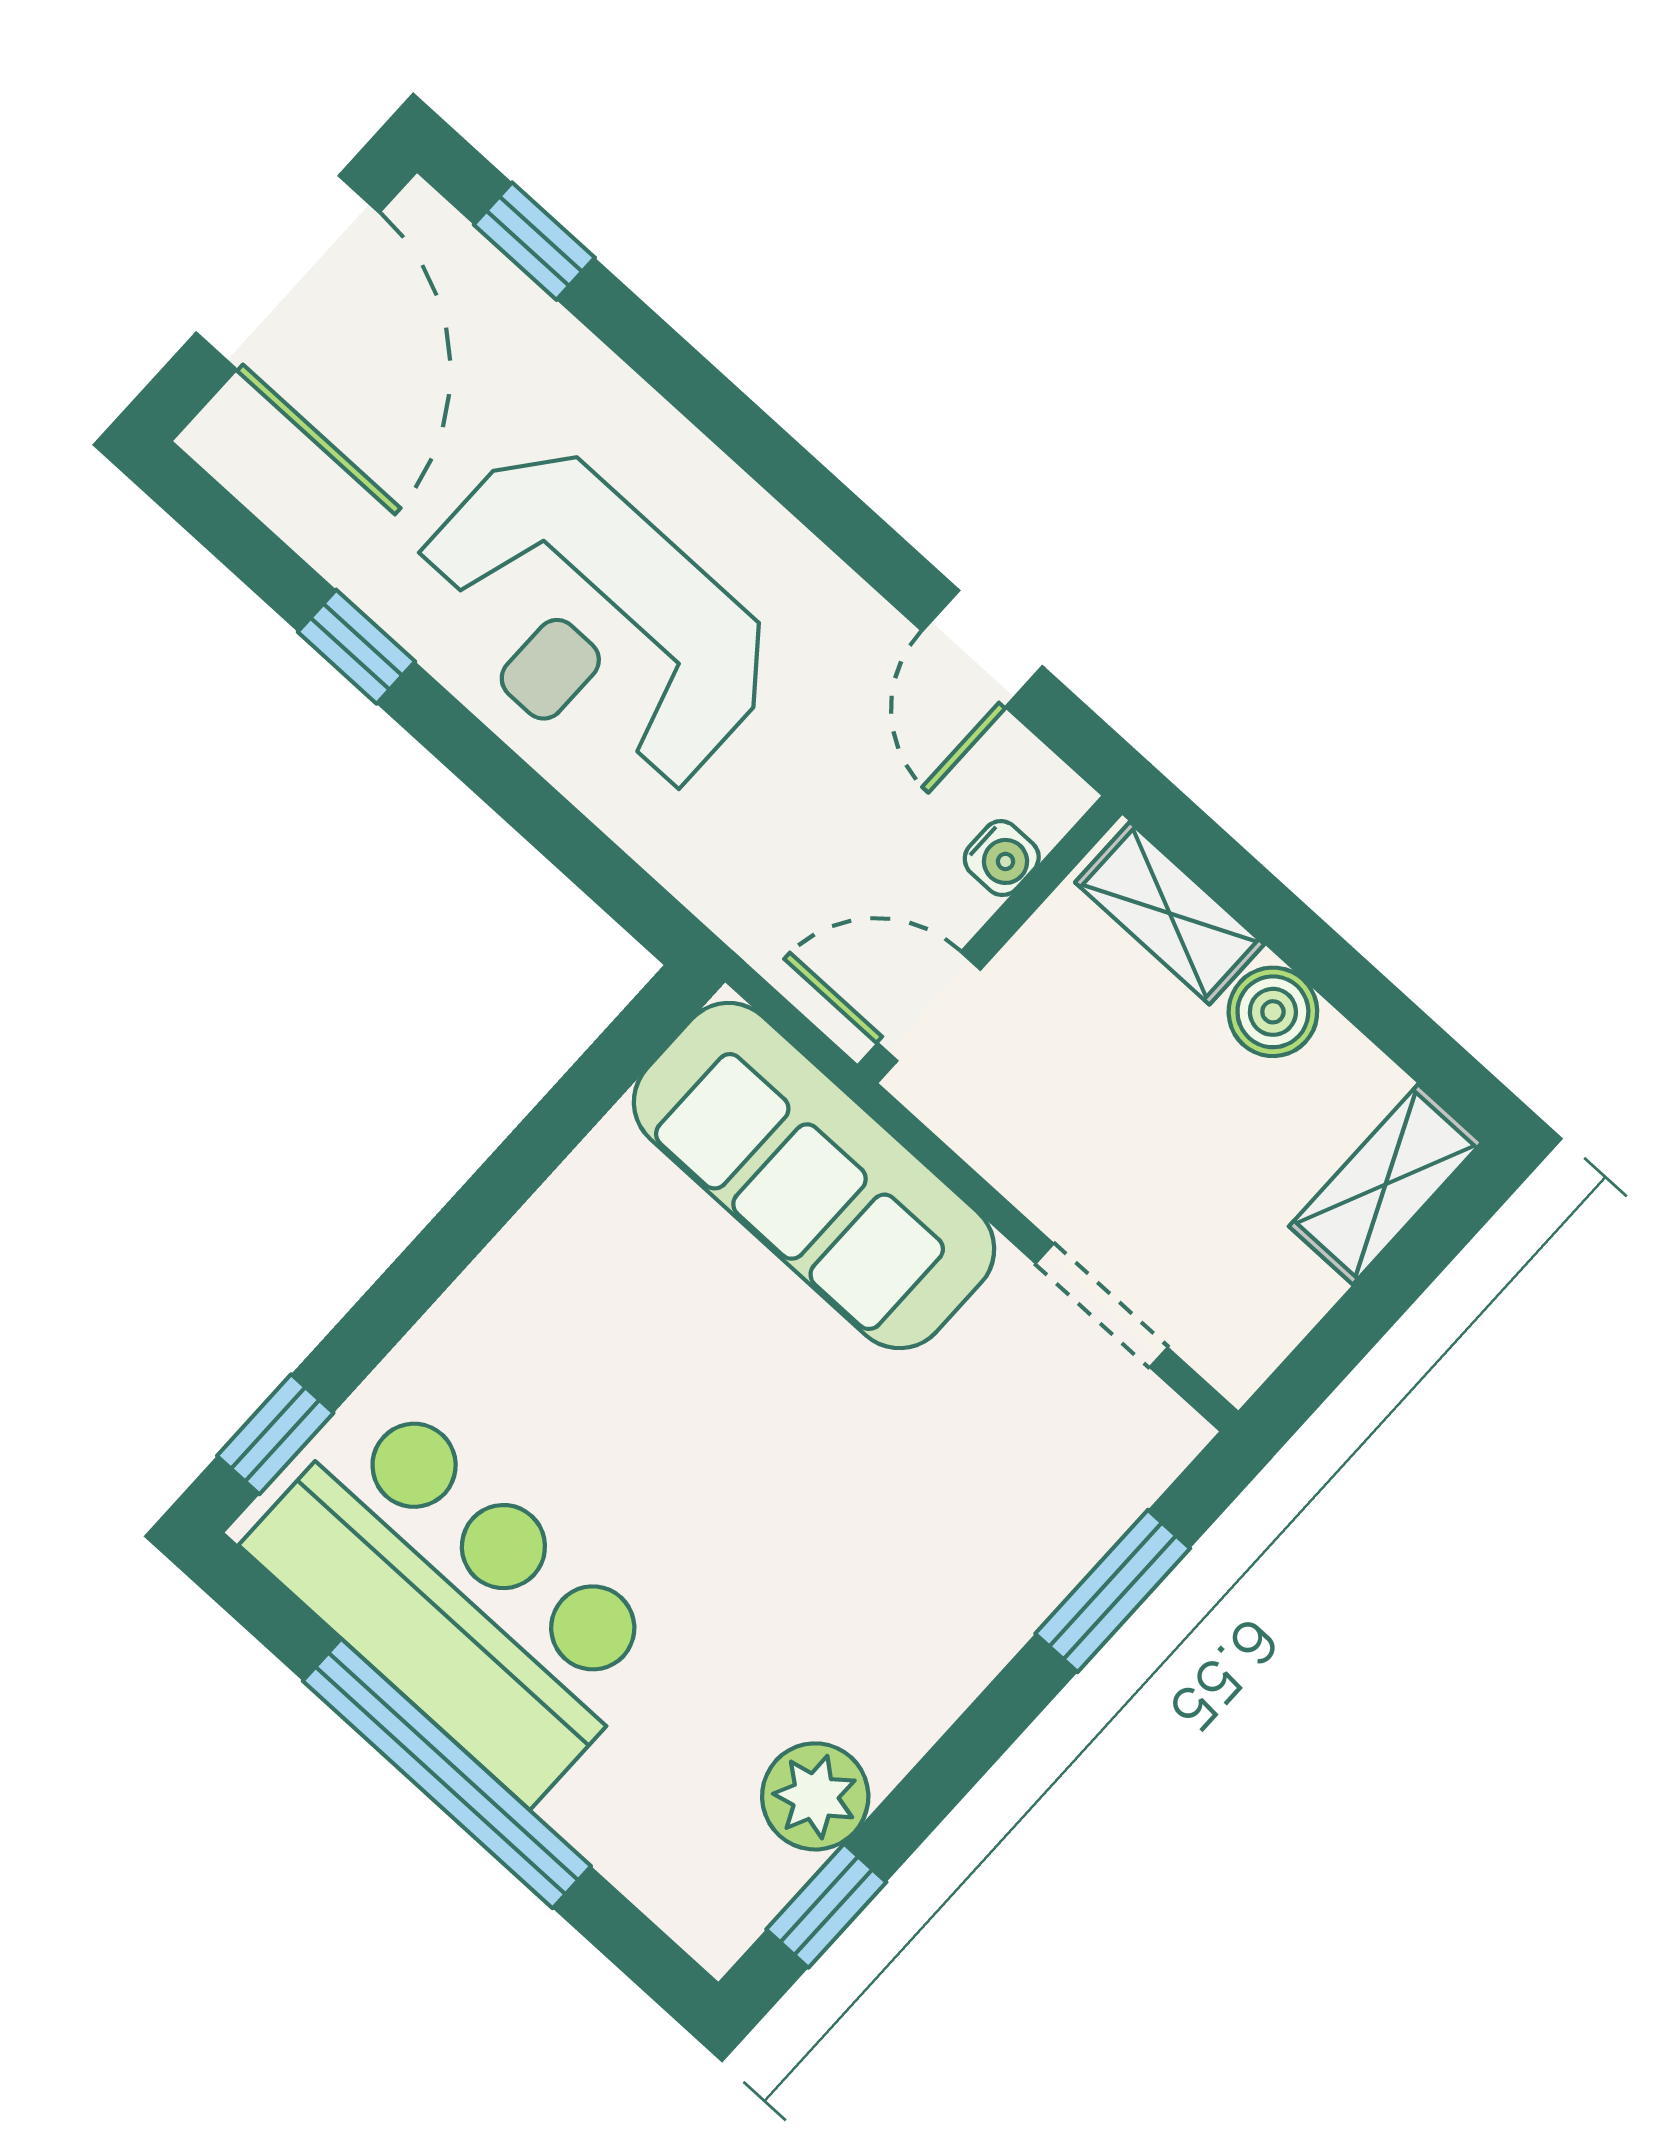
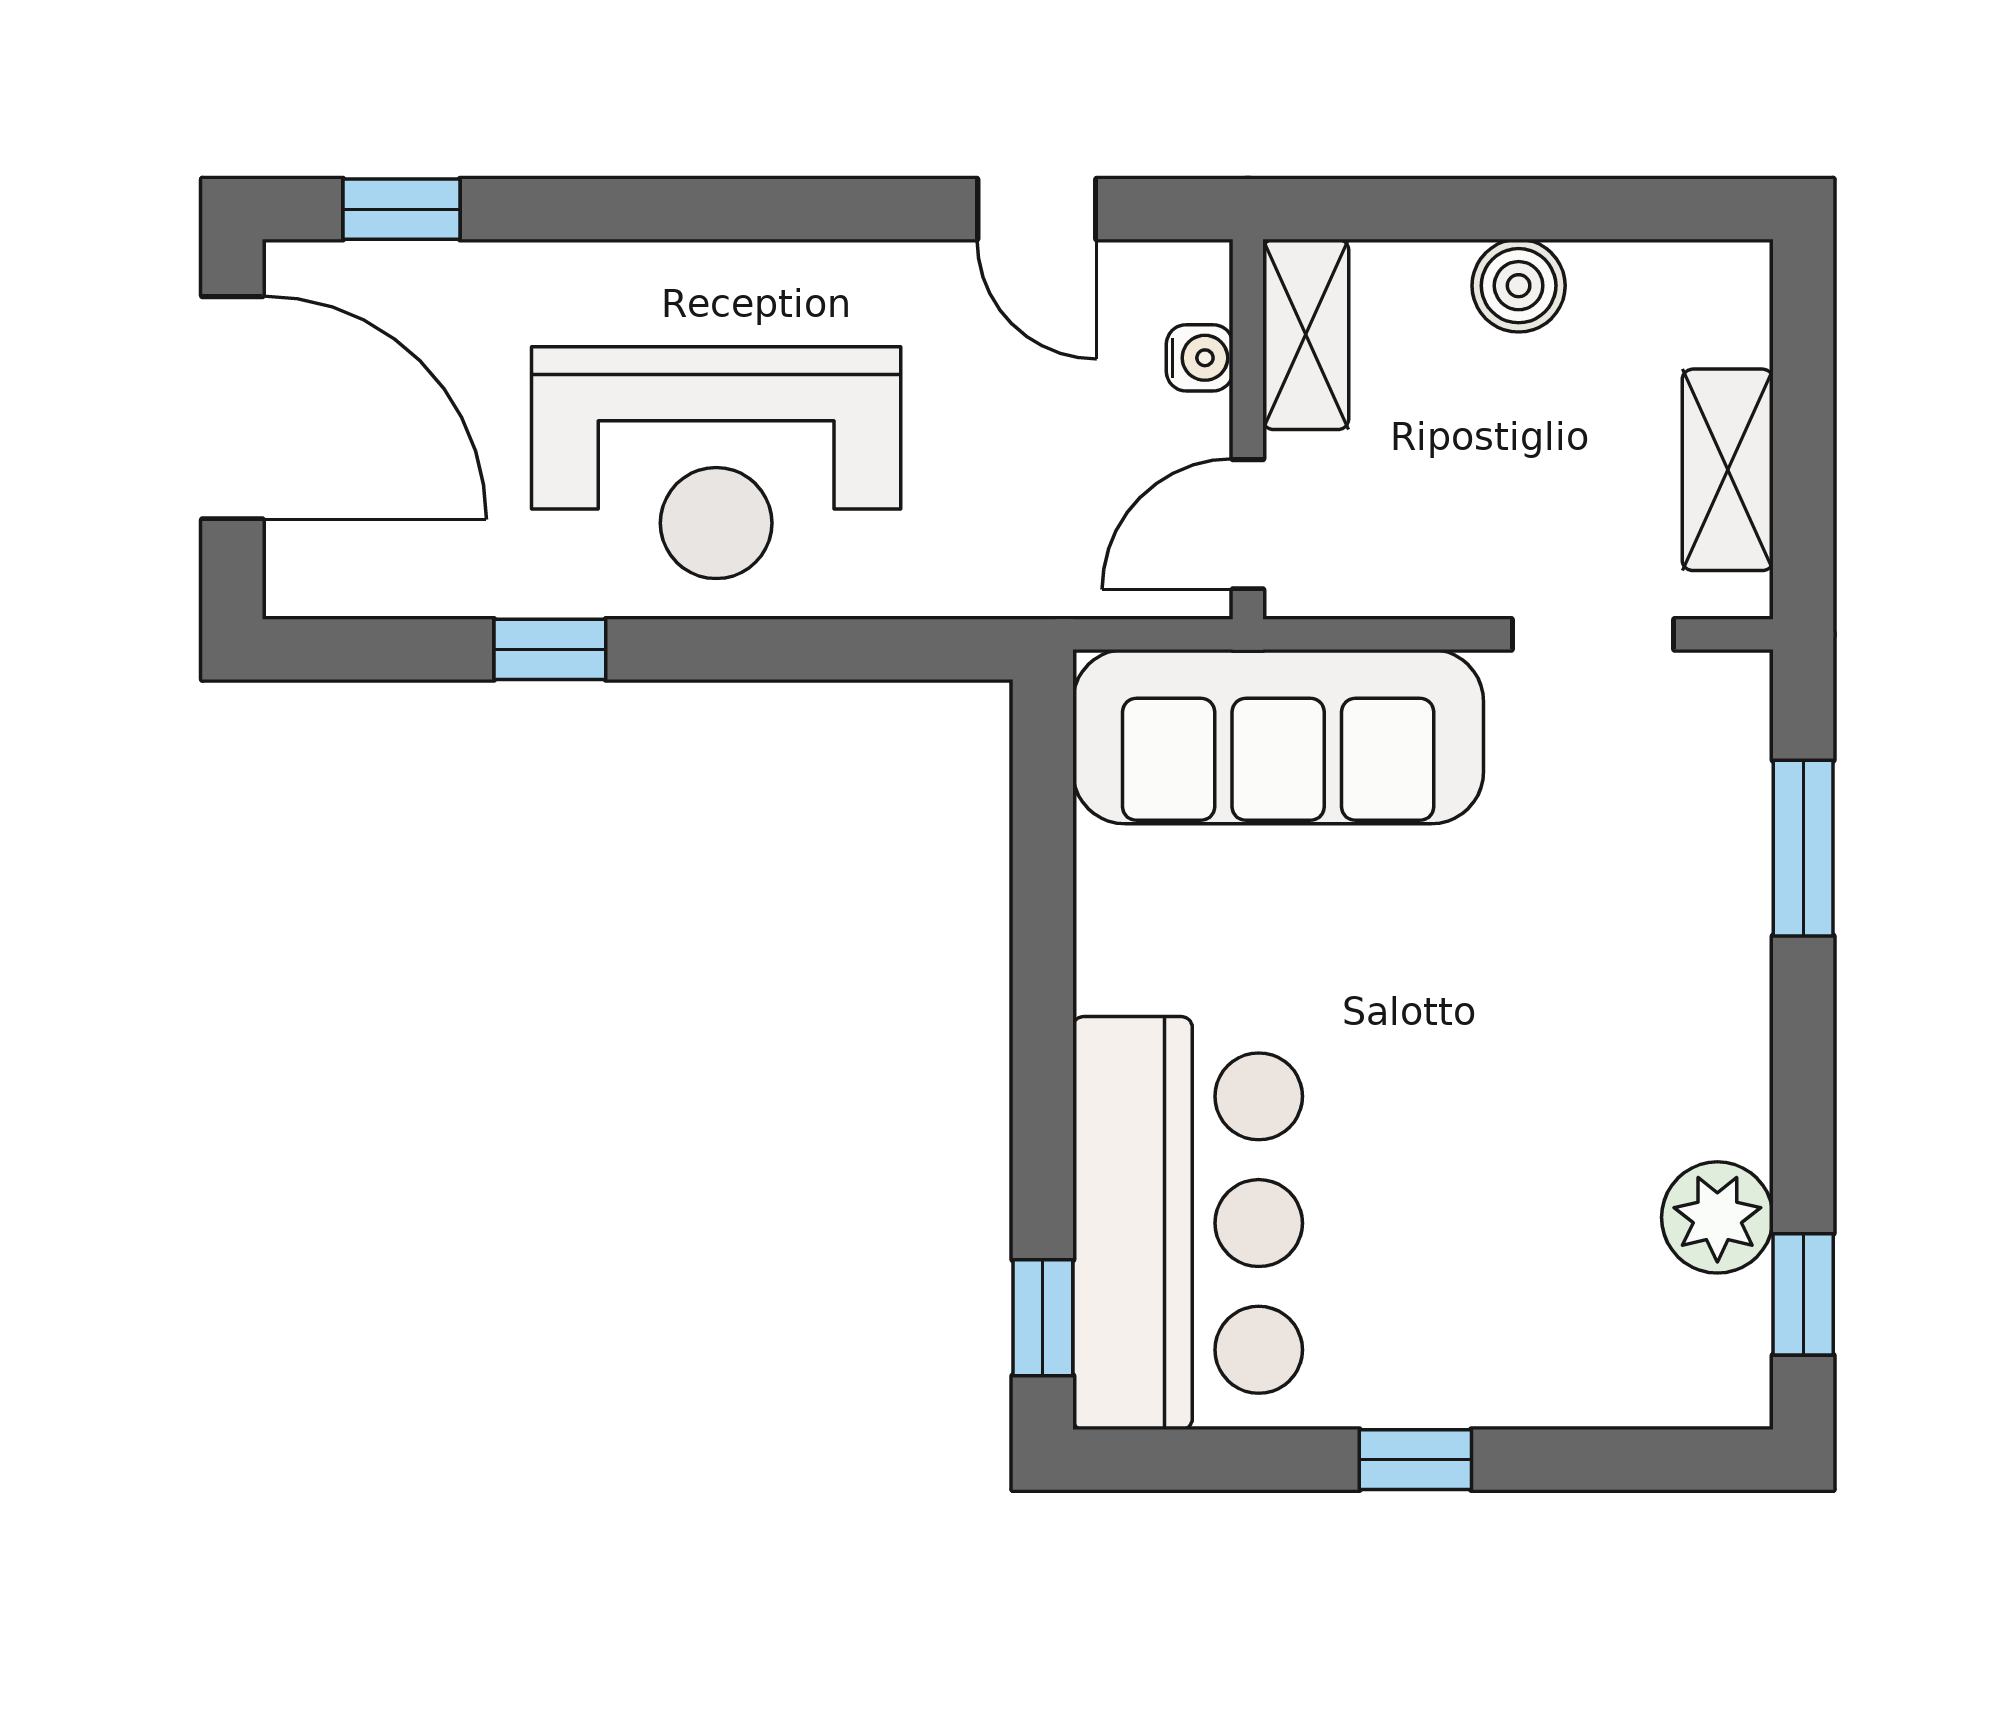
shelving: (1170, 913) -> (1306, 334), moved, turned 90
shelving: (1385, 1184) -> (1728, 470), moved
bar counter: (458, 1597) -> (1188, 1223), moved, turned 90
window: (447, 1773) -> (1415, 1460), width x0.32

